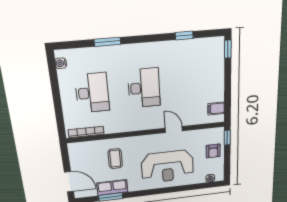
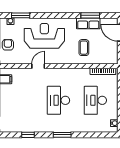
window: (107, 42) -> (62, 135), moved
door: (174, 129) -> (38, 66), swing flipped
window: (198, 186) -> (21, 15), added

